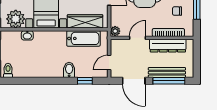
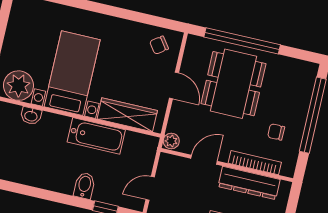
bathtub: (83, 38) -> (96, 136), moved

